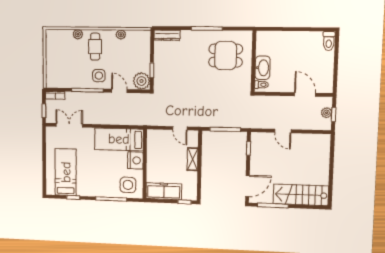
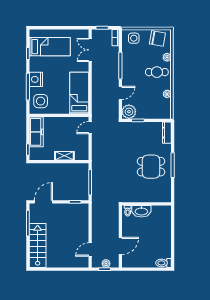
chair: (56, 46) -> (157, 38), added
dining table: (226, 56) -> (151, 167), moved, turned 90
side table: (99, 76) -> (134, 38), moved
double door: (69, 125) -> (90, 50), swing flipped
door: (180, 128) -> (90, 128), moved
door: (283, 131) -> (90, 250), moved
nightstand: (135, 160) -> (36, 79), moved, turned 90
door: (247, 186) -> (43, 202), swing flipped

